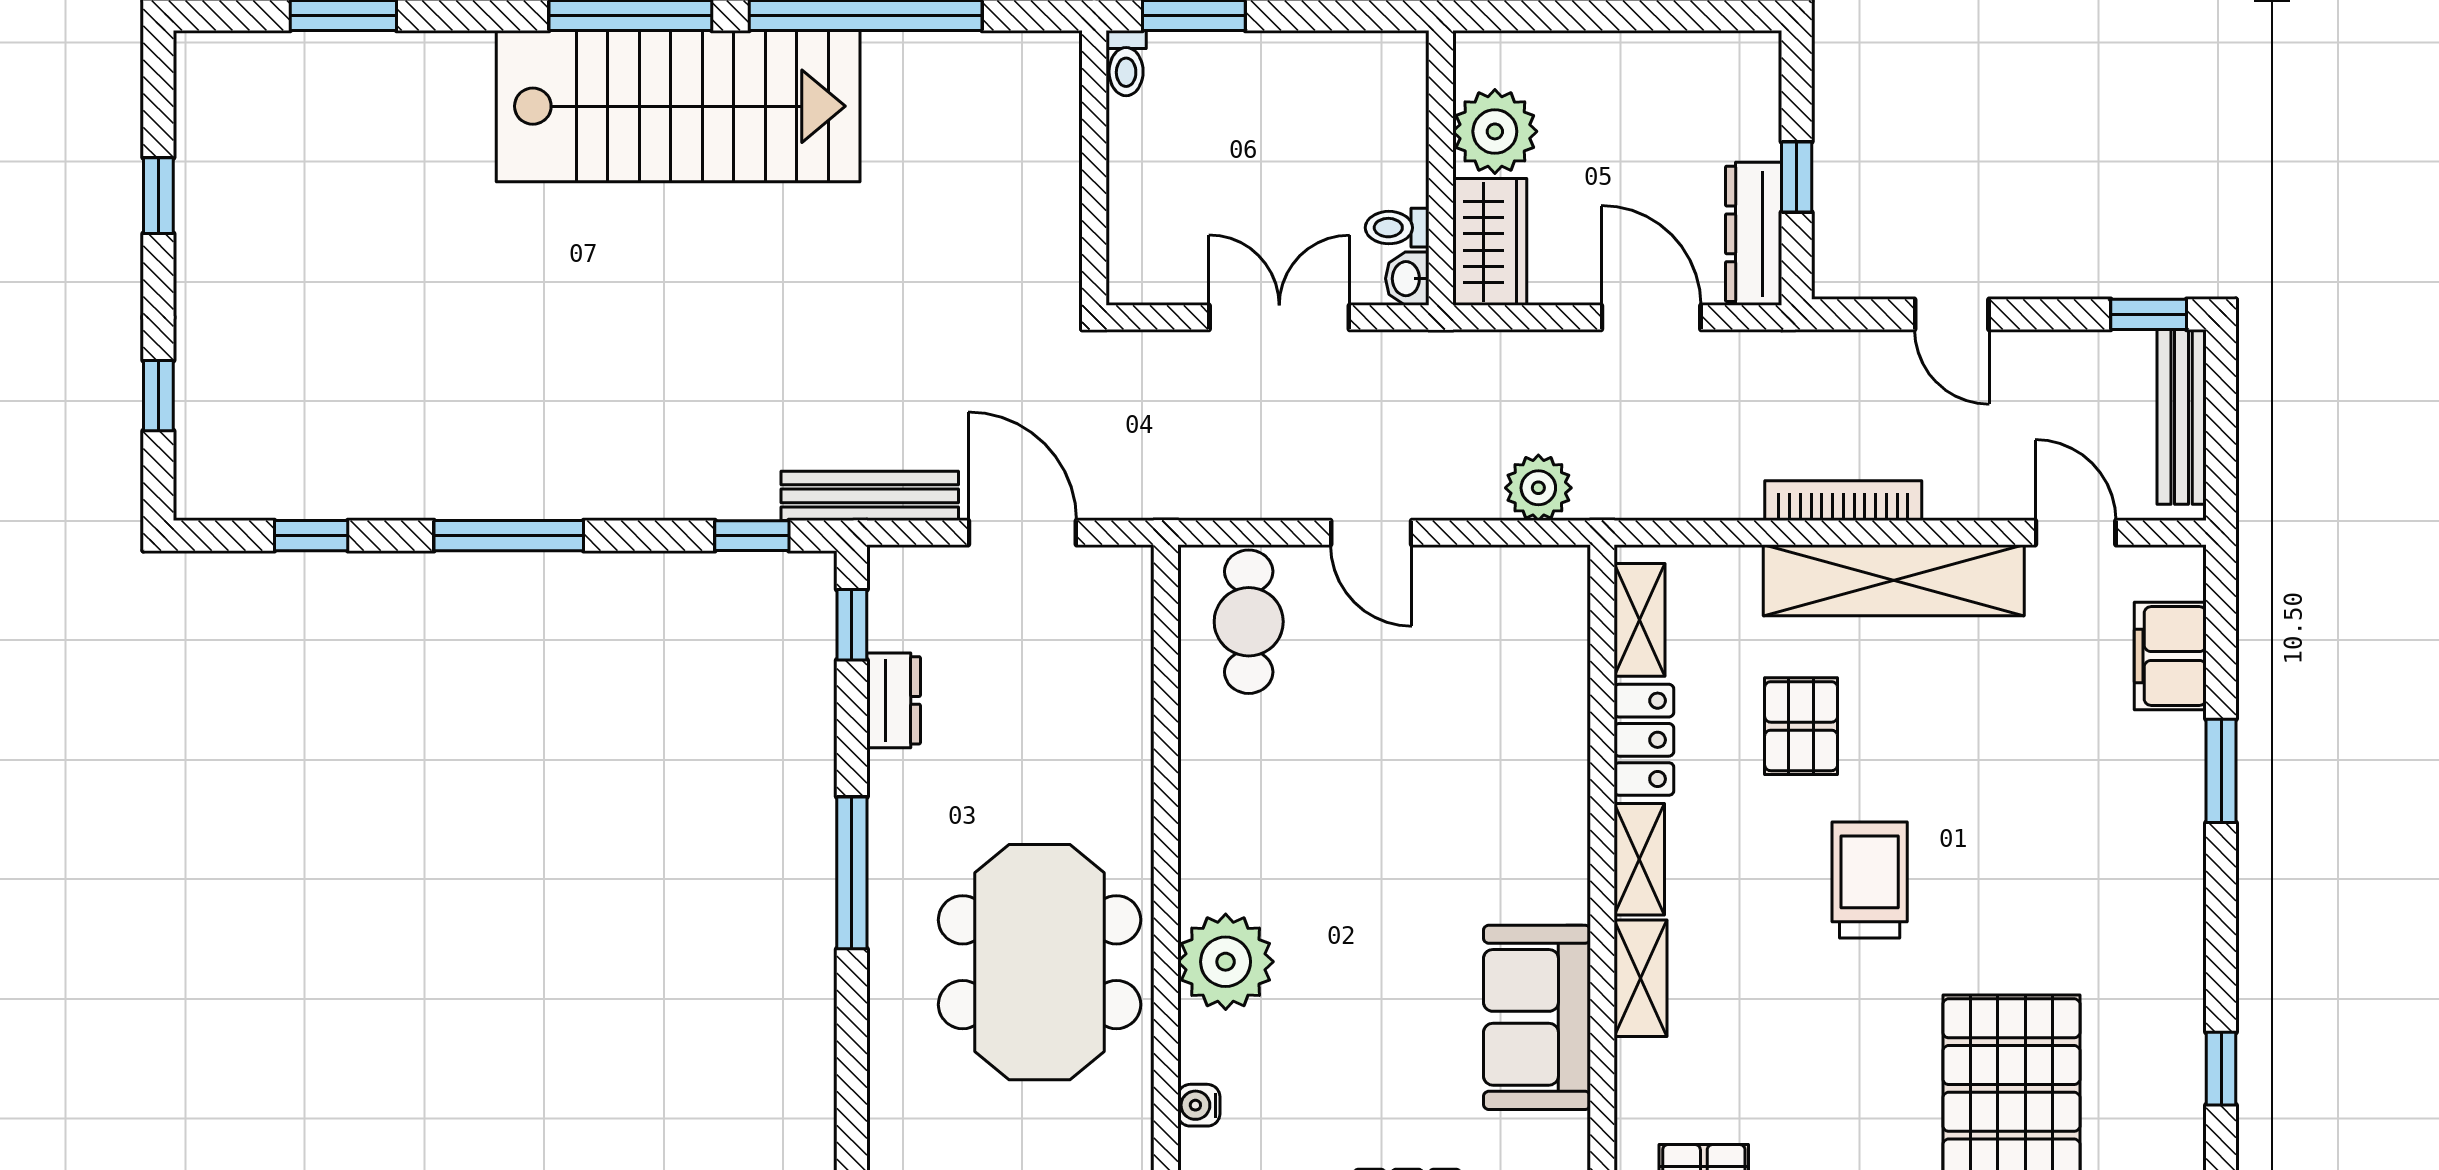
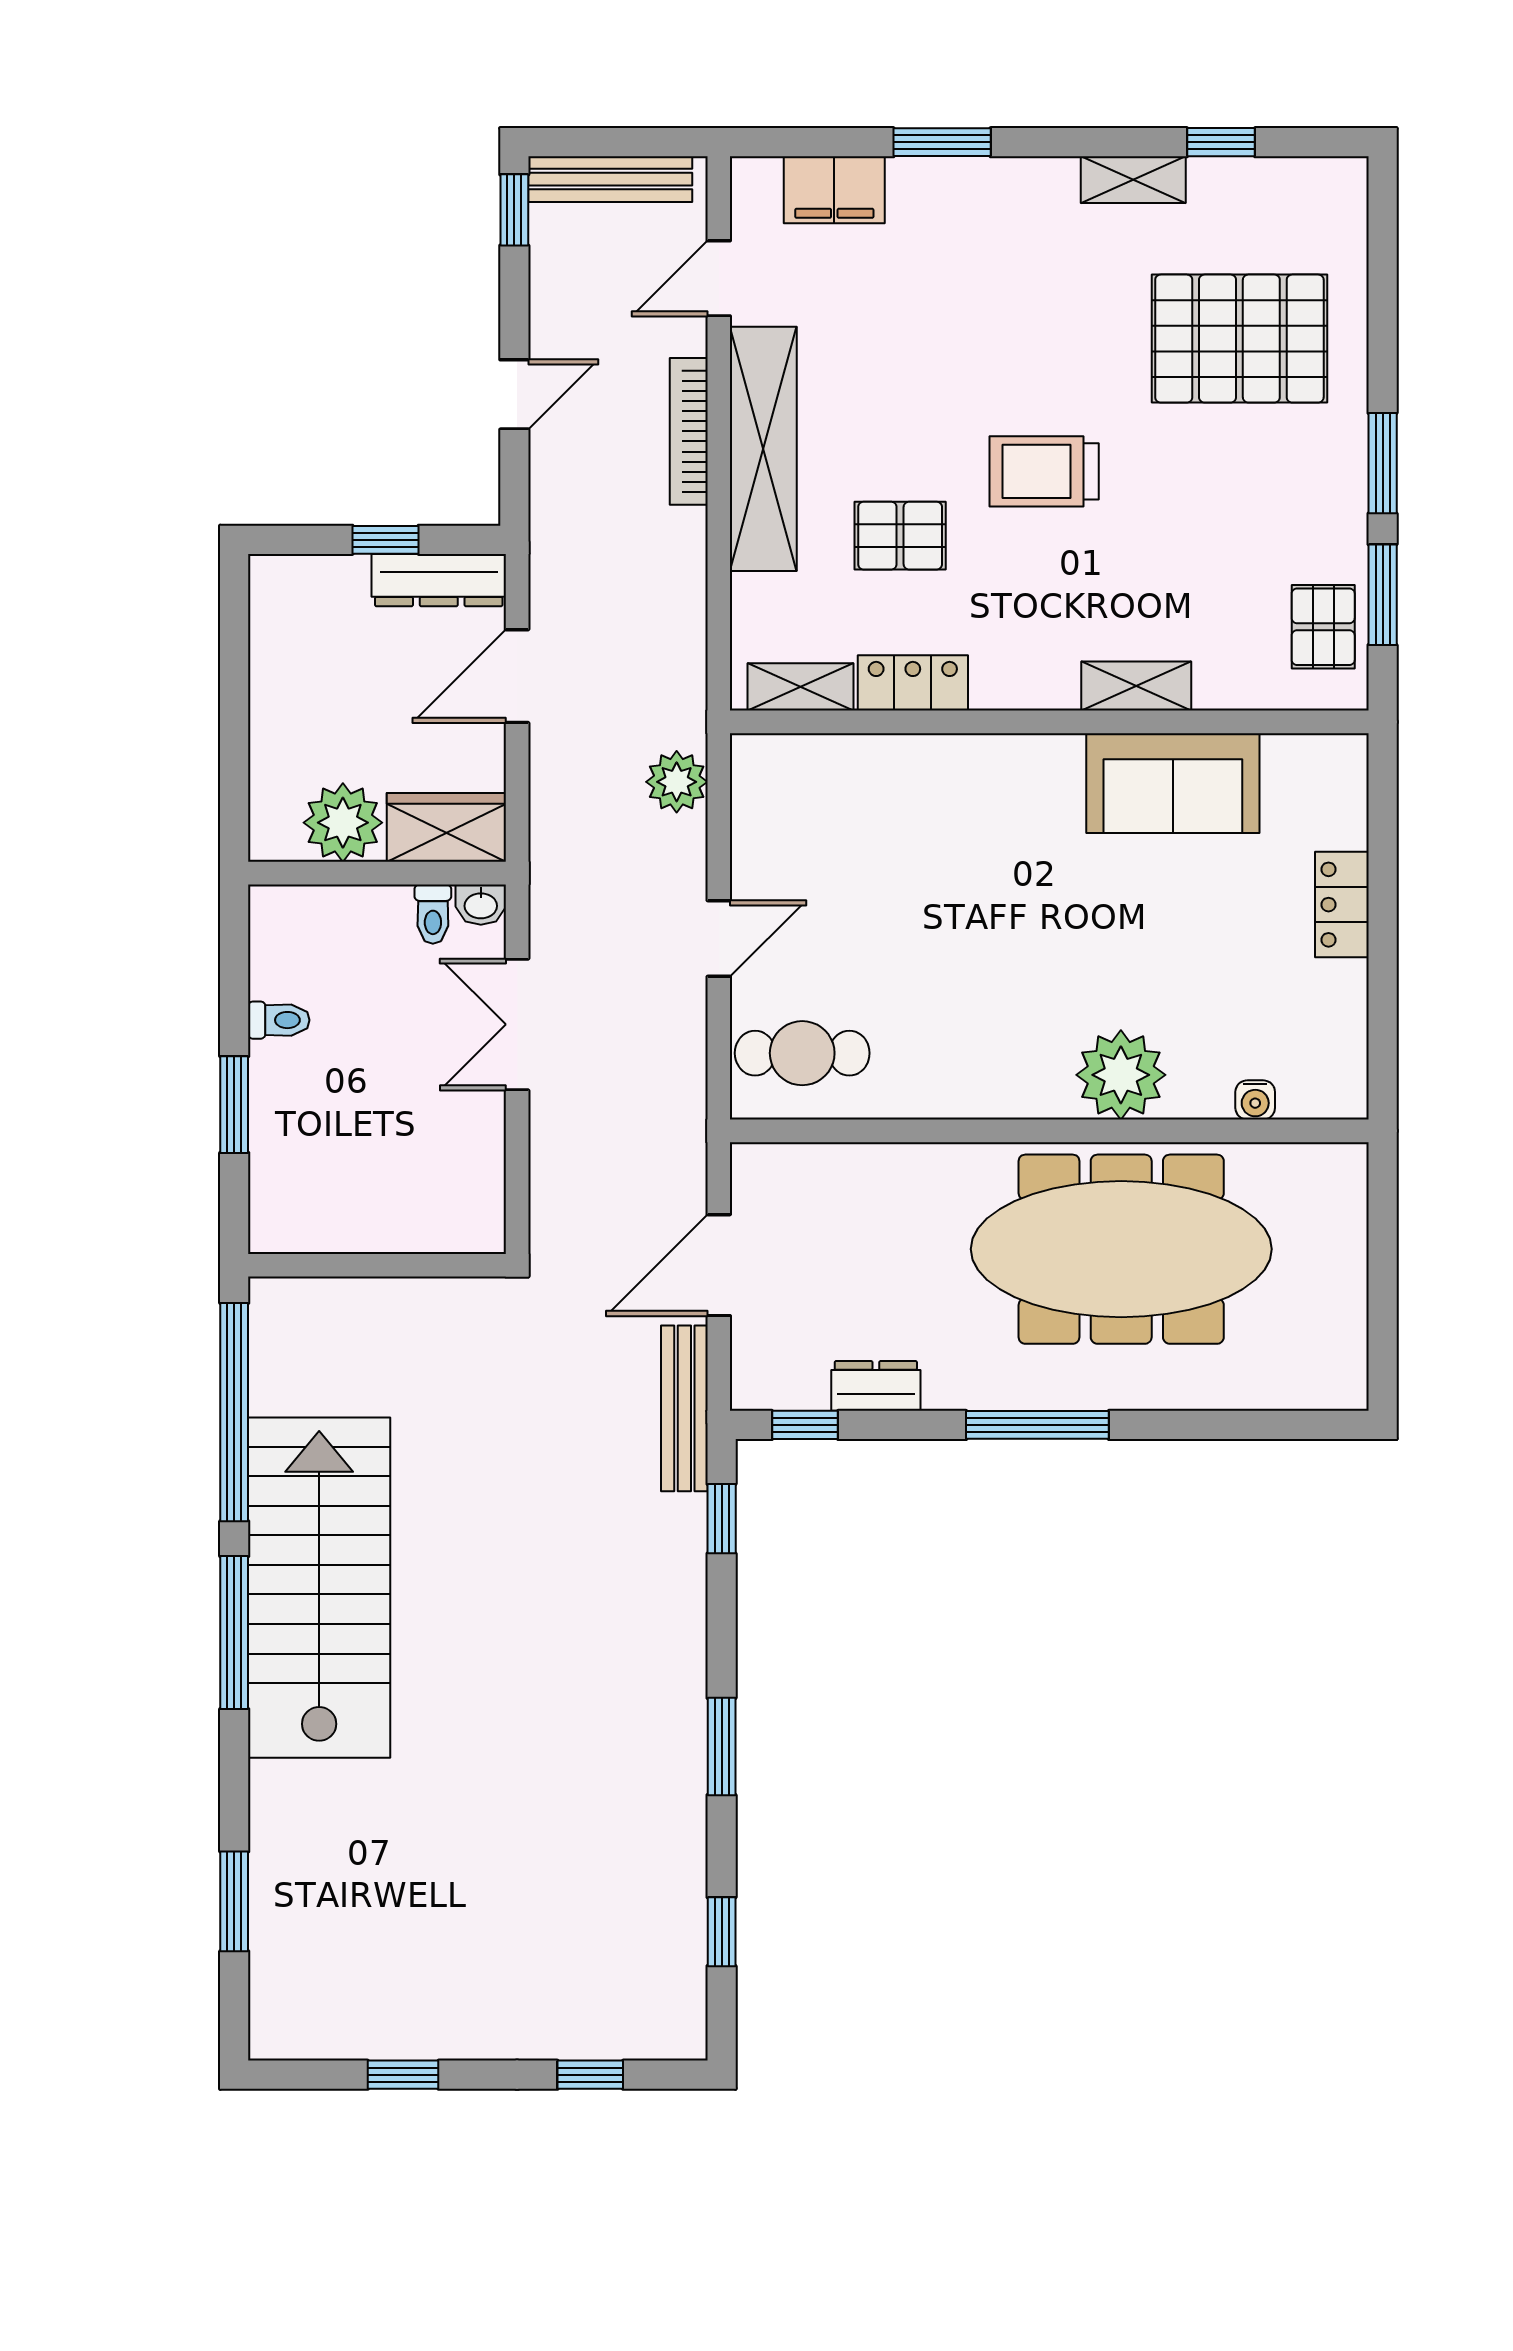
toilet: (1126, 63) -> (279, 1020), moved
wall: (1094, 168) -> (377, 1265), moved
bookcase: (1843, 501) -> (689, 431), moved
window: (509, 536) -> (722, 1747), width x0.69
shelving: (1639, 859) -> (1133, 180), moved
meeting table: (1040, 962) -> (1121, 1249), width x1.36

